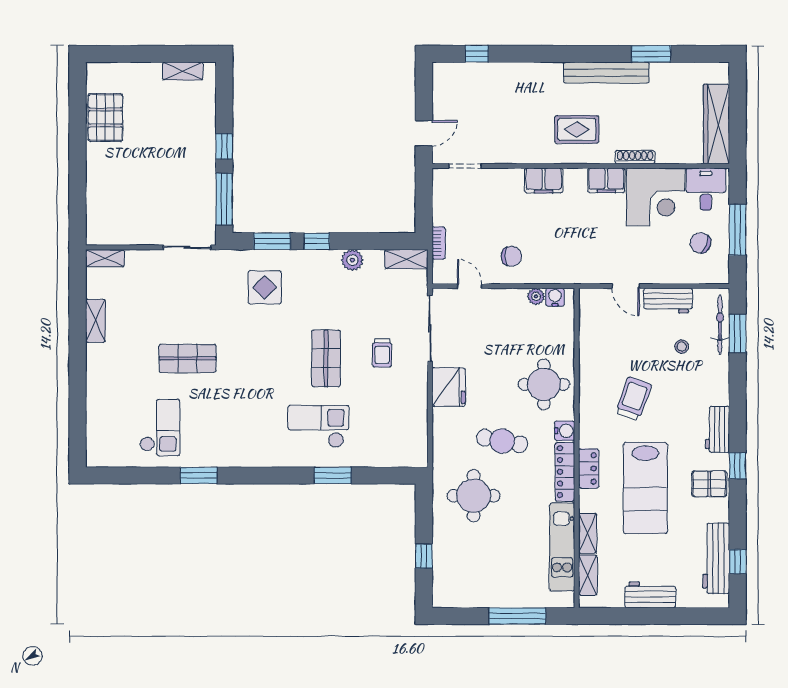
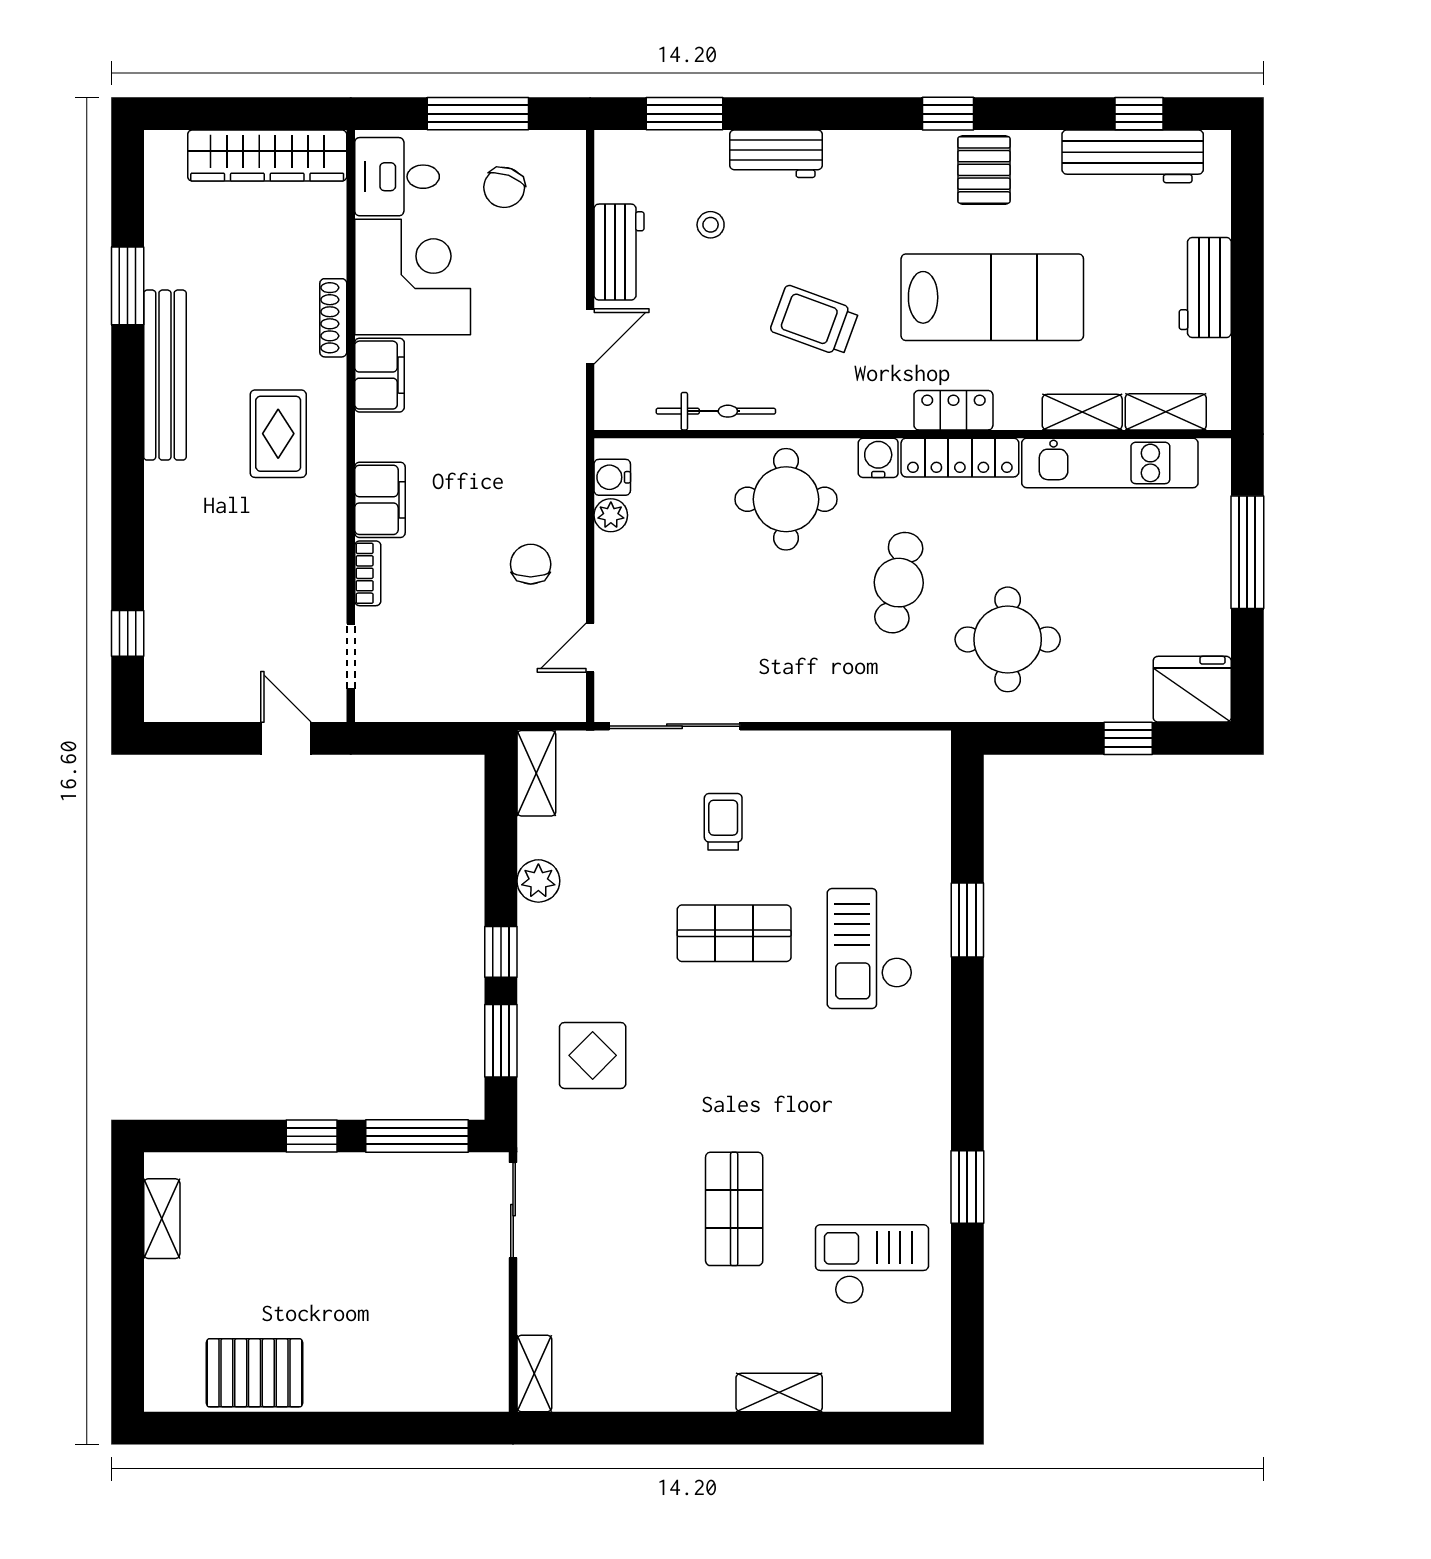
bookcase: (439, 243) -> (368, 573), moved, turned 90
shelving: (95, 321) -> (779, 1393), moved
bicycle: (720, 325) -> (716, 411), moved, turned 180
trolley: (382, 353) -> (723, 822), turned -90
fridge: (449, 387) -> (1192, 689), moved
workbench: (717, 429) -> (776, 154), moved

